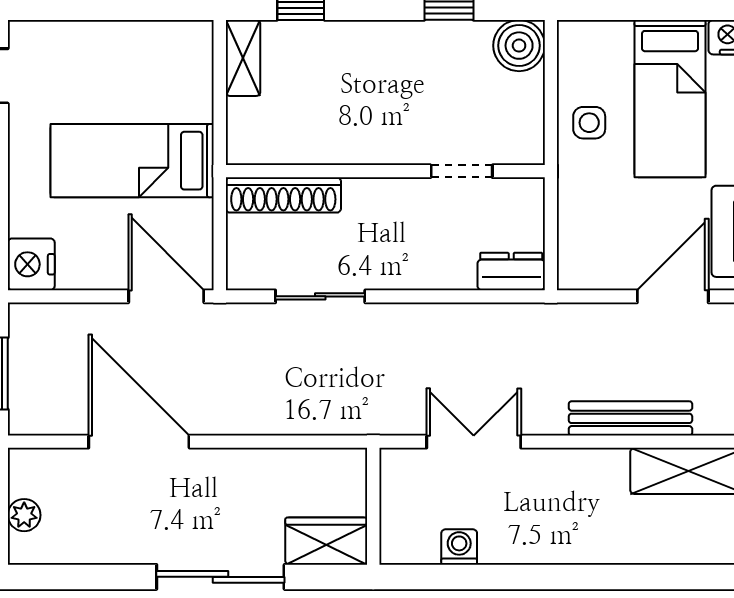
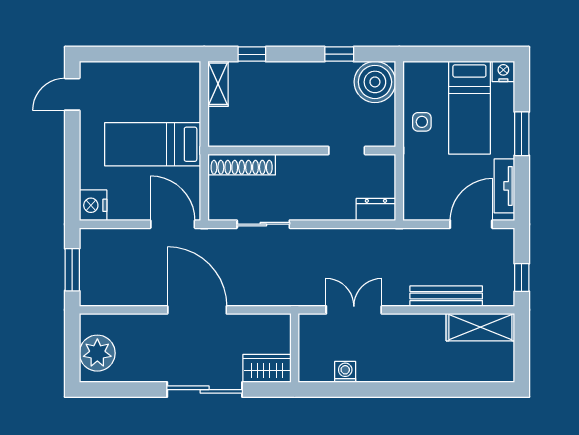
boiler: (519, 46) -> (375, 82), width x1.37, depth x1.37
door: (139, 442) -> (197, 310), moved
plant: (24, 515) -> (97, 353), width x1.87, depth x1.87

